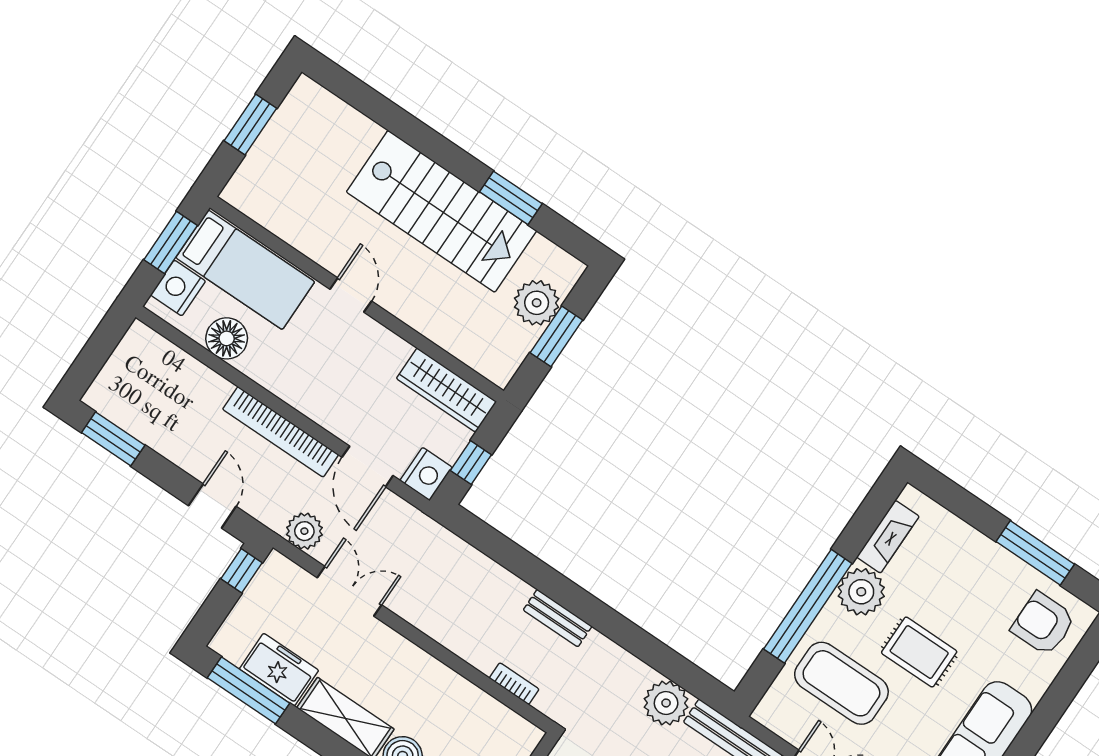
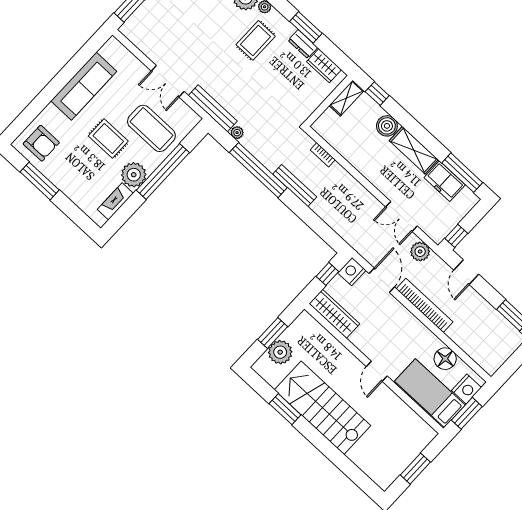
bench: (558, 618) -> (295, 186), width x1.36
window: (630, 636) -> (258, 170), added
plant: (666, 703) -> (237, 133), width x0.53, depth x0.53

